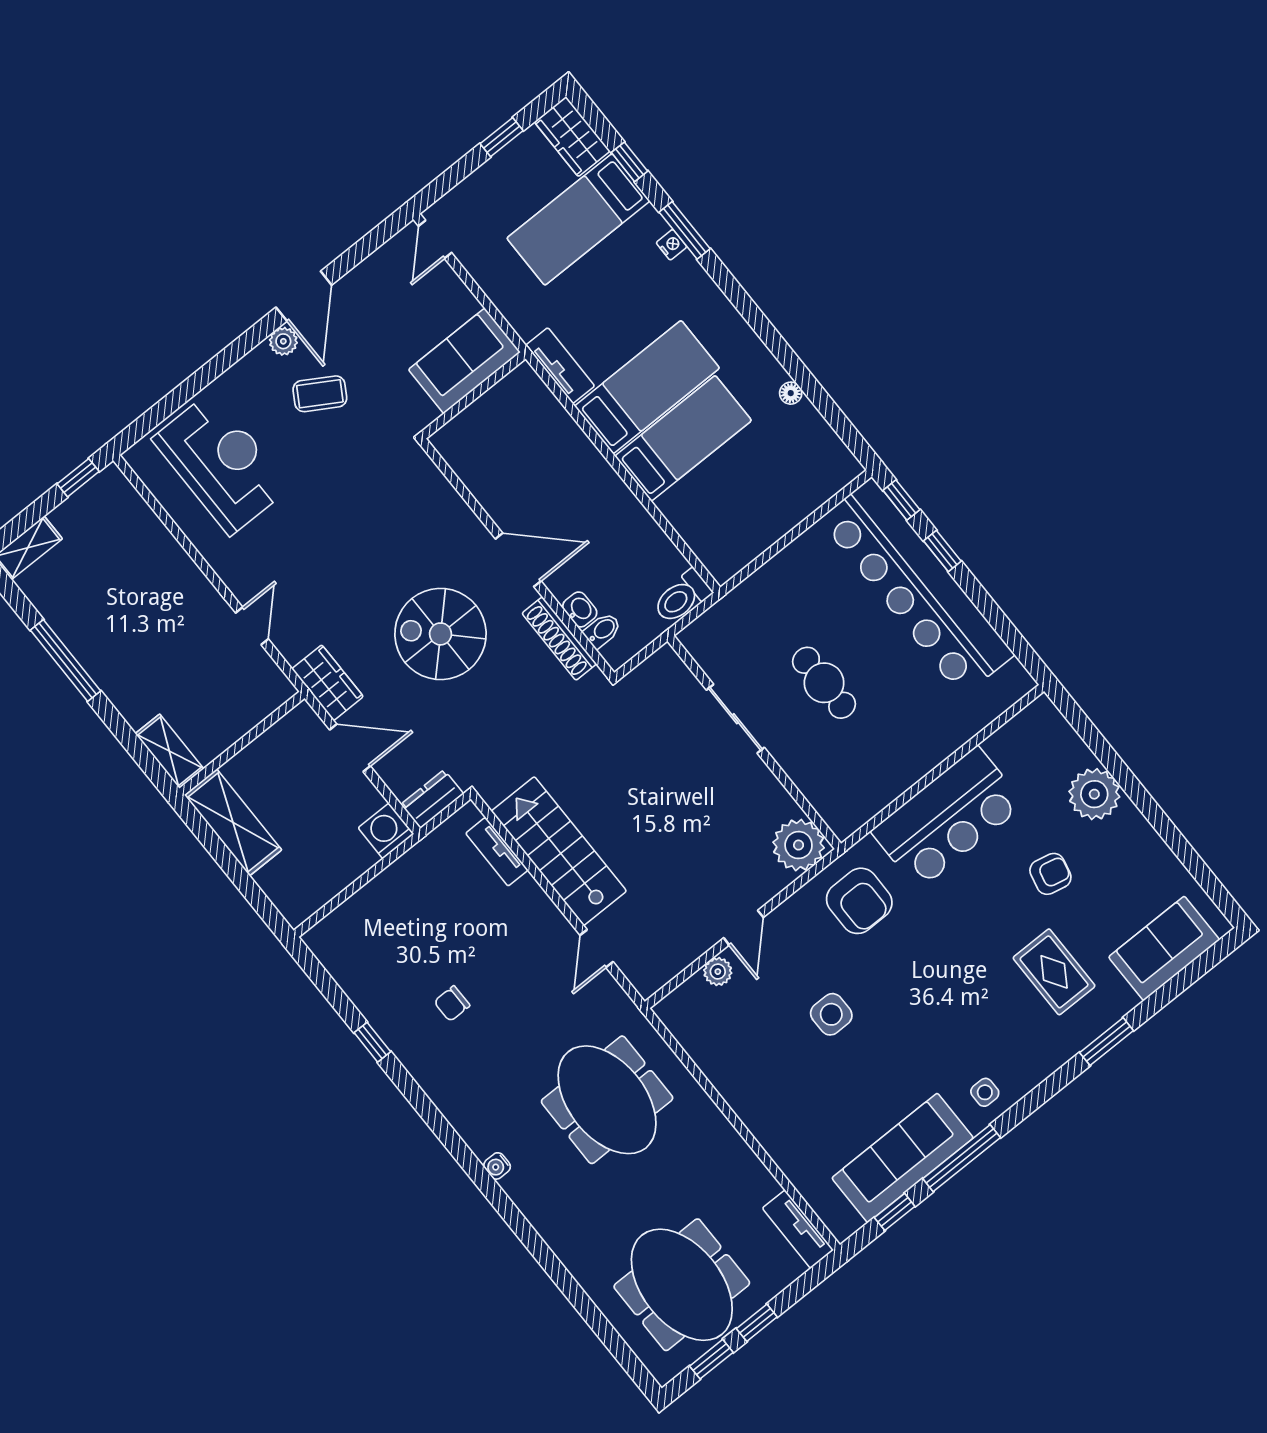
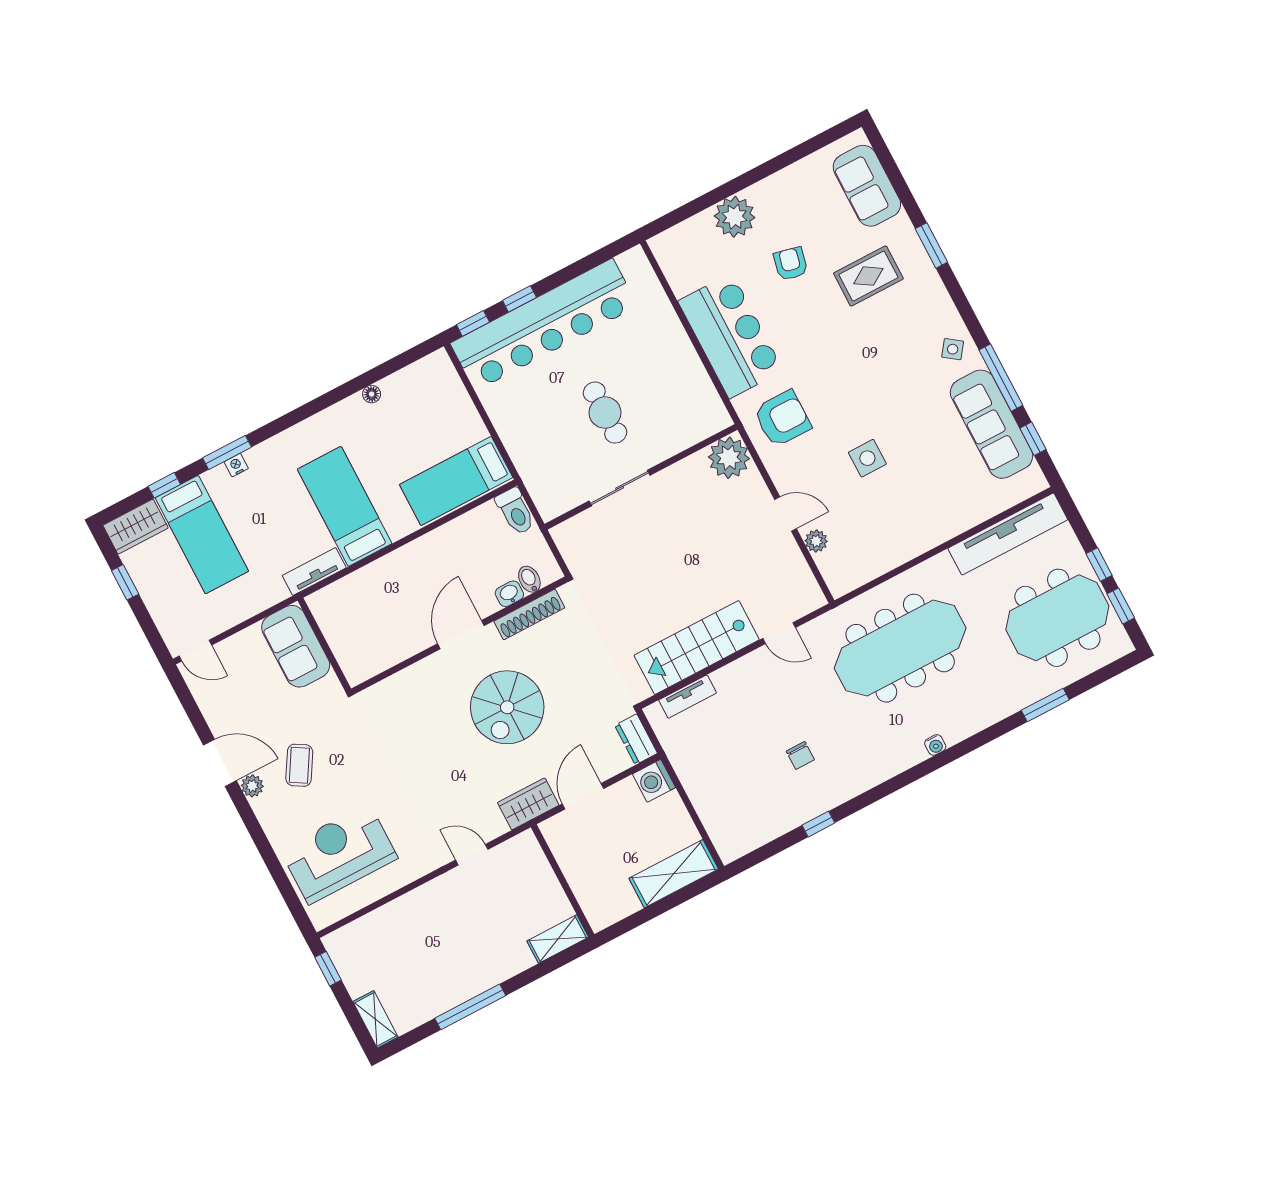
bed: (683, 438) -> (456, 481), moved, turned -90
cafe table: (824, 683) -> (605, 413), turned 90
shelving: (233, 822) -> (674, 874), moved
side table: (985, 1092) -> (953, 349), turned 36
meeting table: (607, 1100) -> (900, 648), width x1.36
tv unit: (798, 1229) -> (1008, 534), width x1.92, depth x1.29
window: (572, 1291) -> (1045, 705), added

